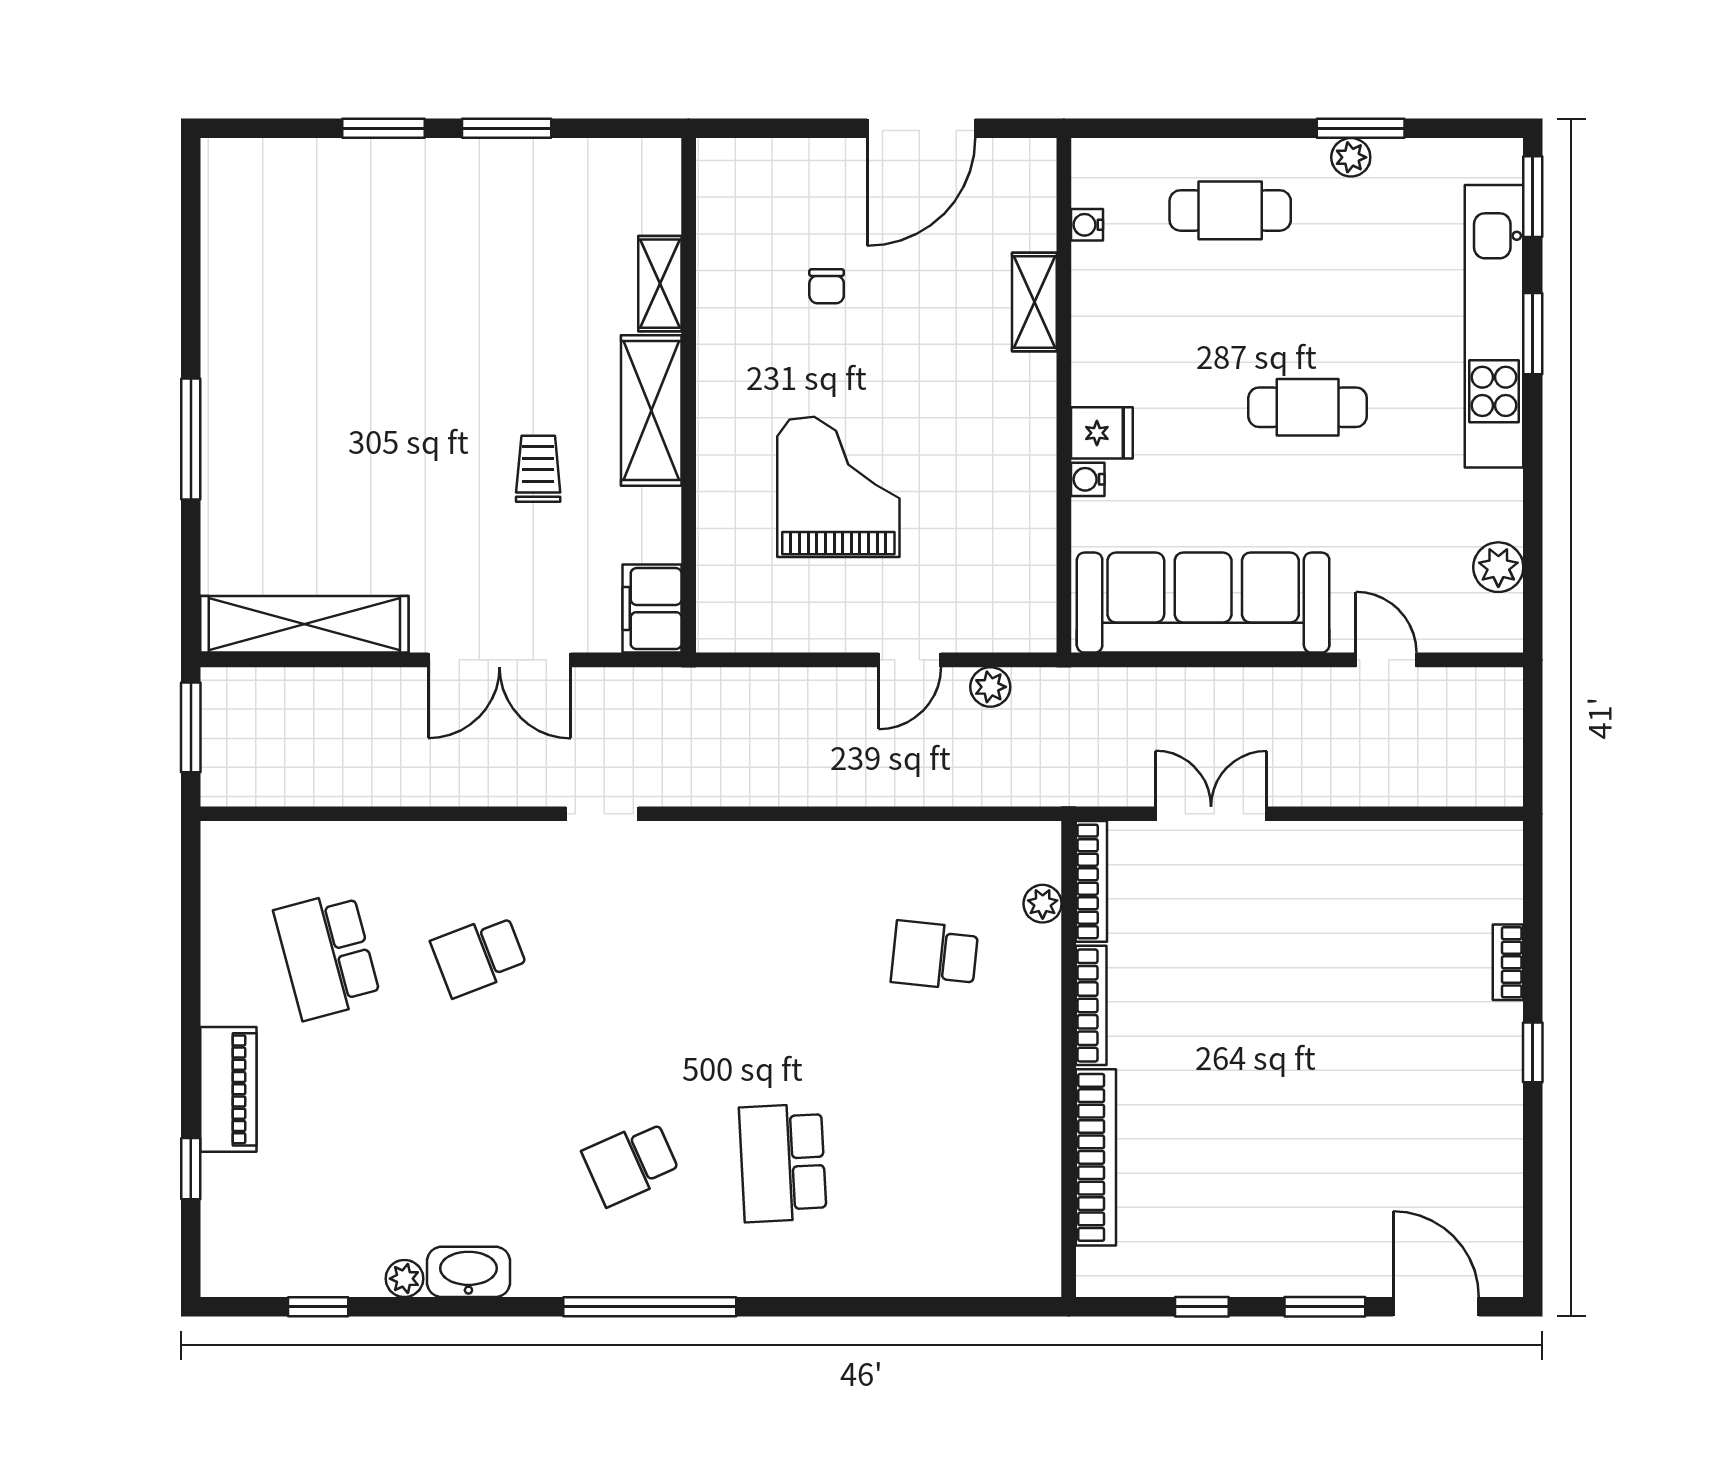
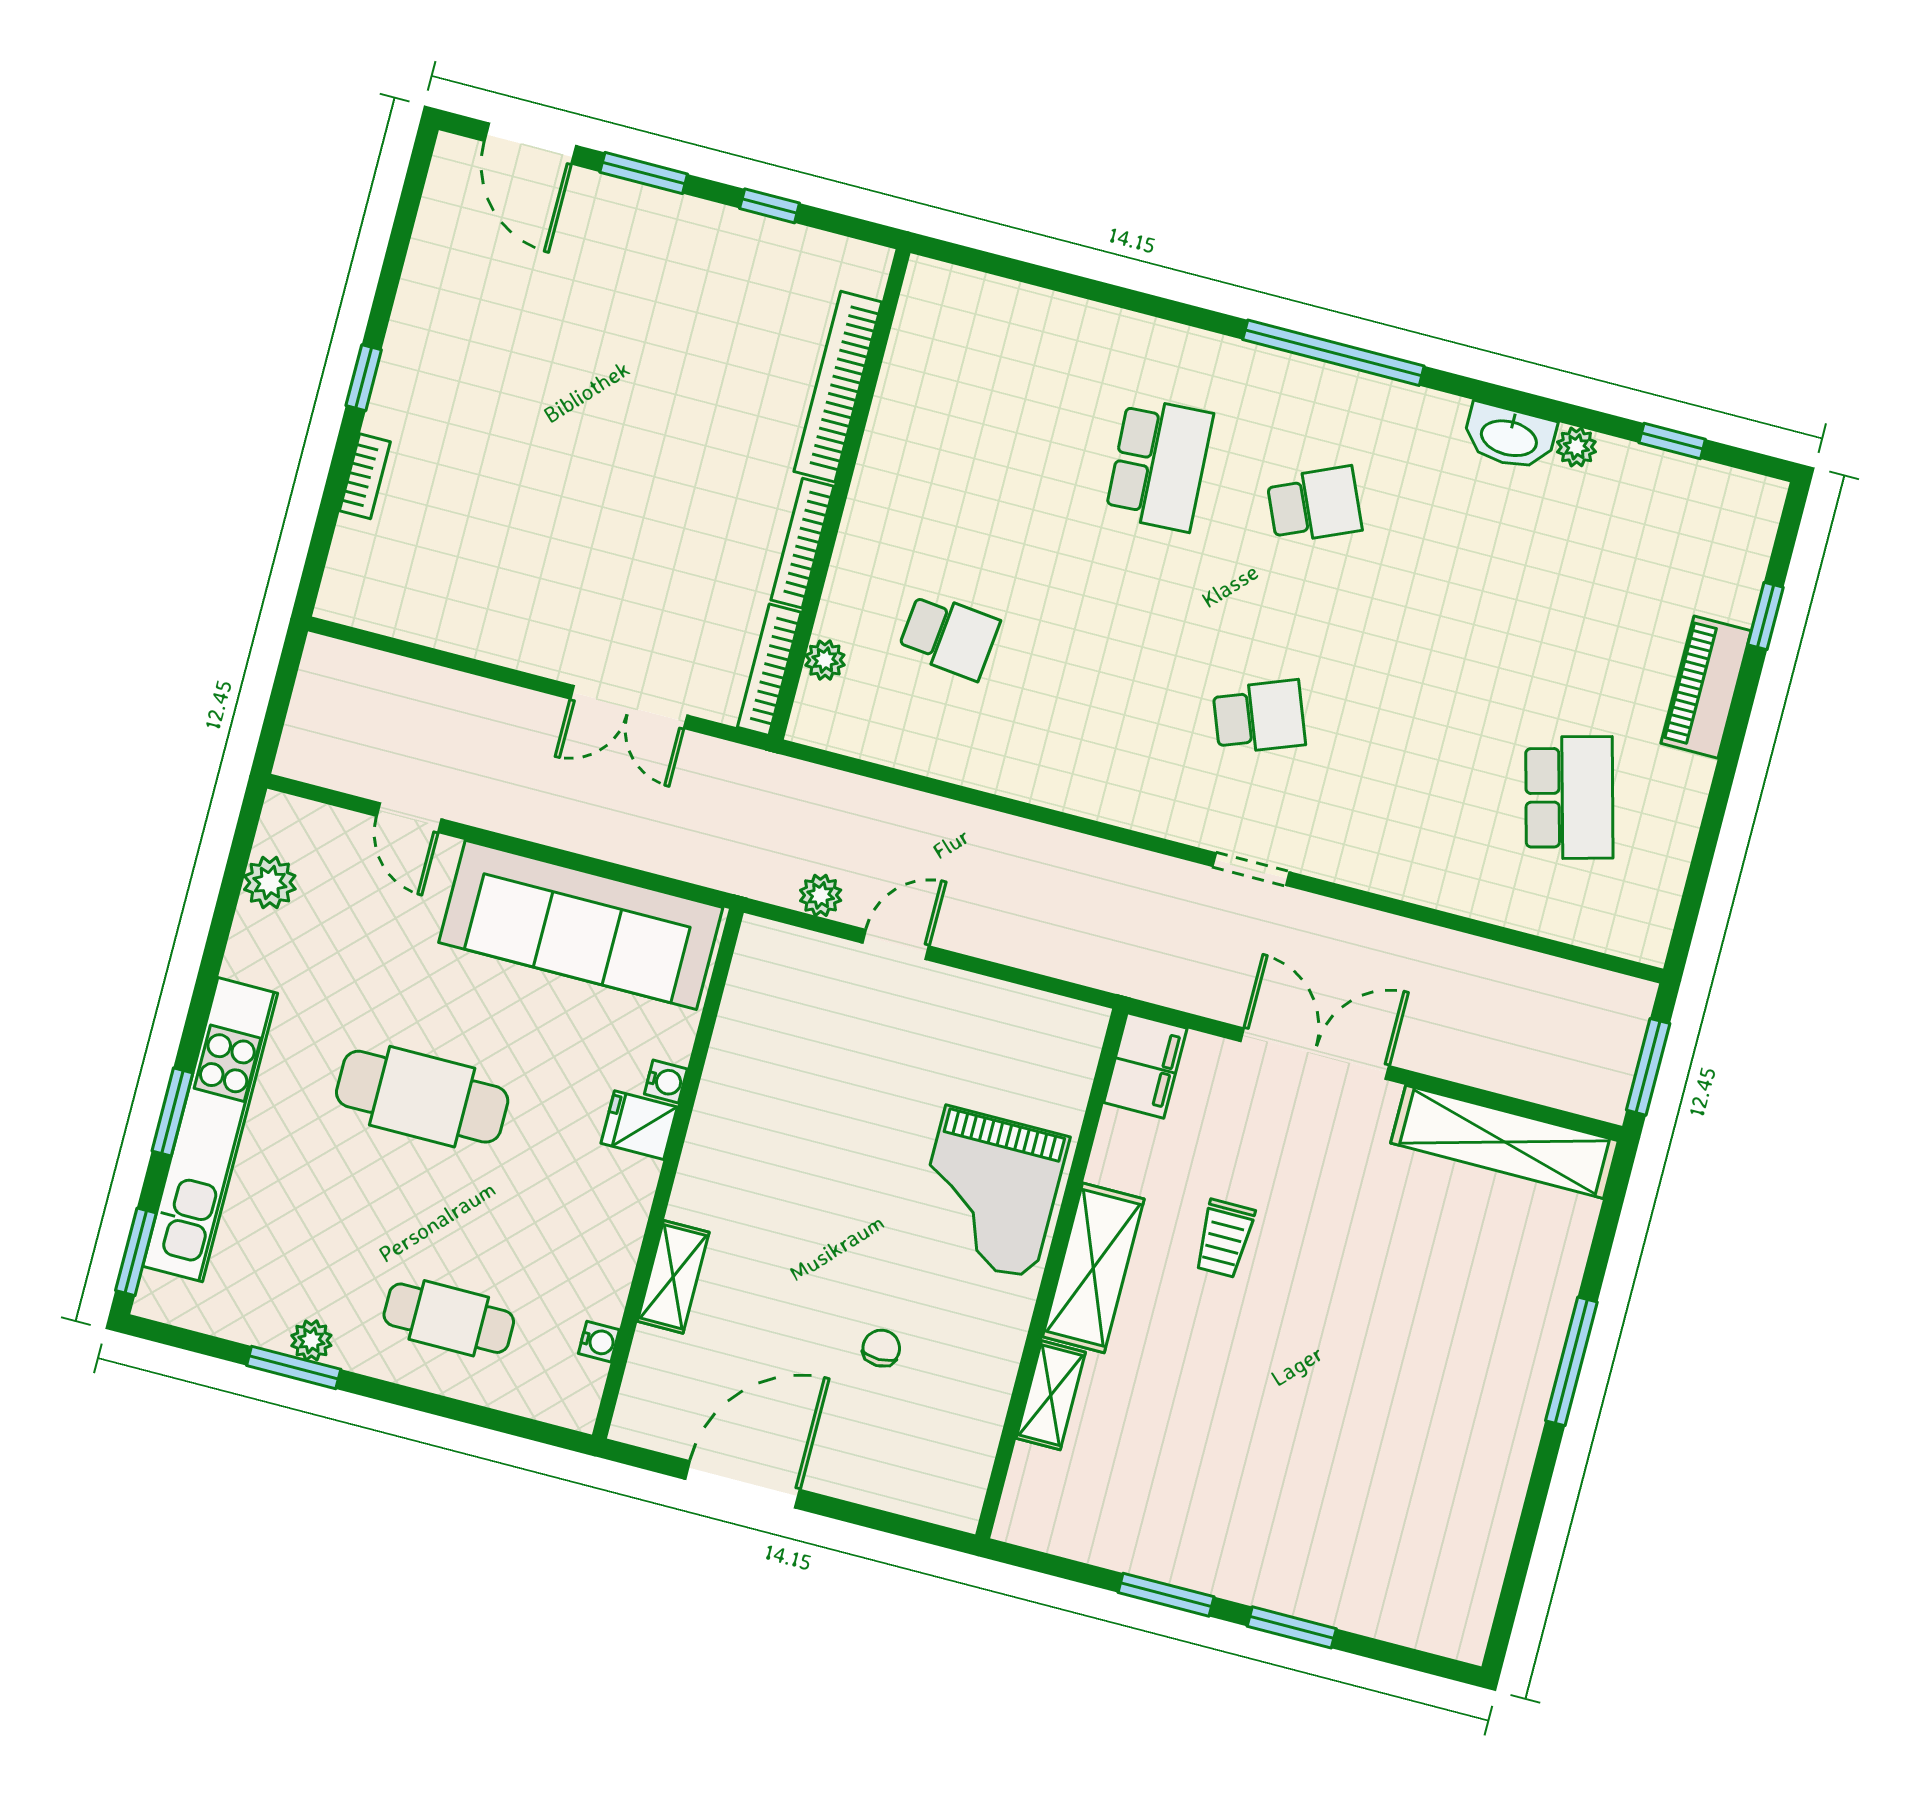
cafe table: (1308, 407) -> (422, 1097), width x1.37, depth x1.35
grand piano: (838, 487) -> (989, 1192), moved
school desk: (479, 955) -> (1259, 717), moved

